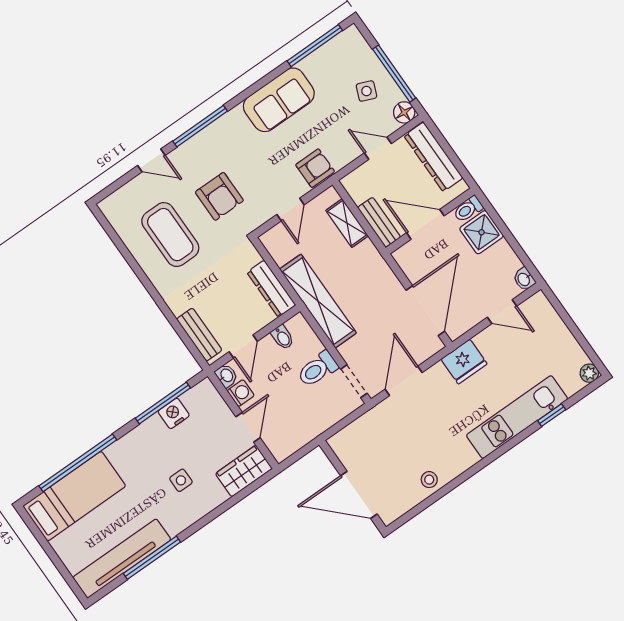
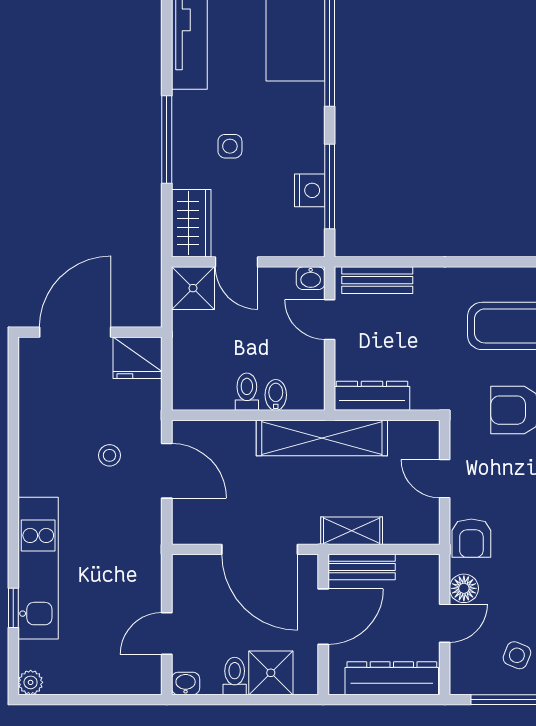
floor lamp: (404, 112) -> (464, 588), moved
toilet: (468, 209) -> (235, 676), moved
shelving: (347, 223) -> (352, 531), moved
door: (425, 311) -> (260, 549), moved
bidet: (283, 337) -> (276, 395), moved, turned 90
fridge: (464, 361) -> (137, 358), moved, turned -90
toilet: (318, 369) -> (247, 392), width x0.73, depth x0.72
doorway: (354, 381) -> (205, 415), removed
washing machine: (241, 393) -> (280, 280), removed
shower: (282, 442) -> (193, 288), added
stool: (429, 480) -> (109, 455), moved
window: (152, 558) -> (167, 139), moved

